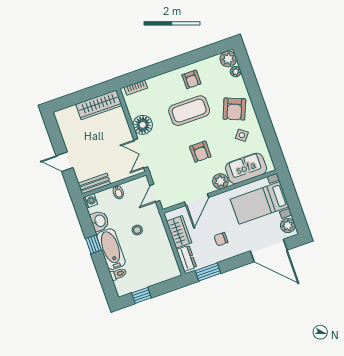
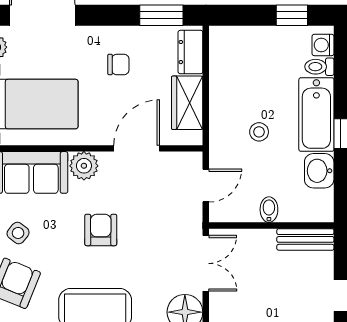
washing machine: (90, 201) -> (323, 45), moved

